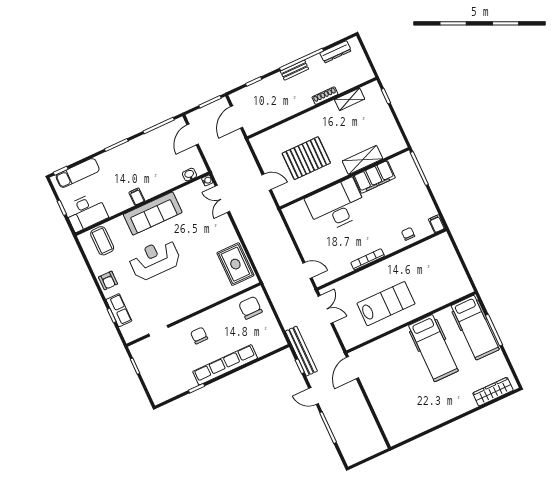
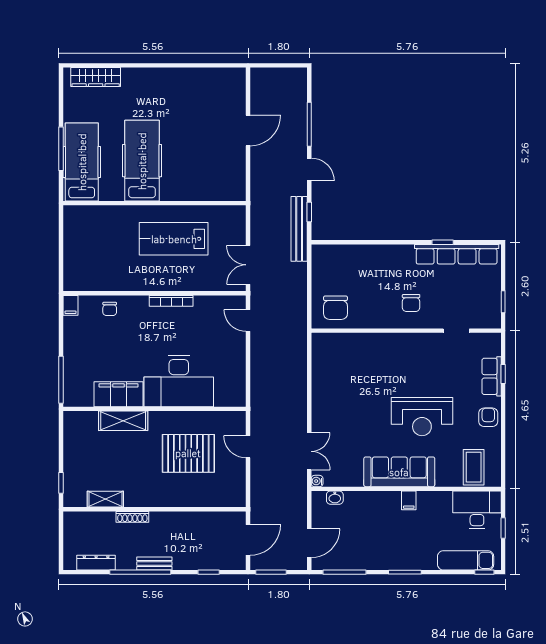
rug: (235, 264) -> (329, 367), removed
row of seats: (225, 365) -> (457, 254), moved
door: (352, 368) -> (248, 130), moved

